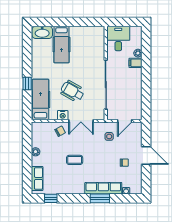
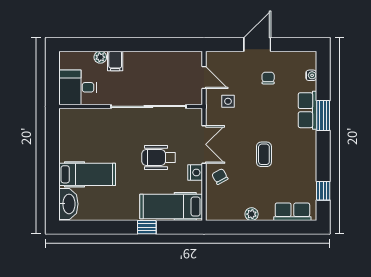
wheelchair: (72, 91) -> (159, 158), turned 60
row of seats: (103, 188) -> (307, 110), width x0.68

